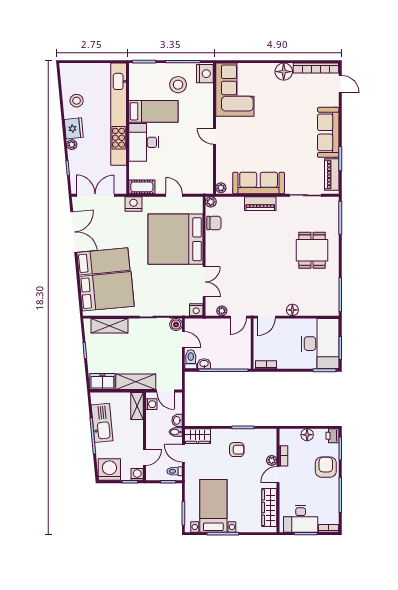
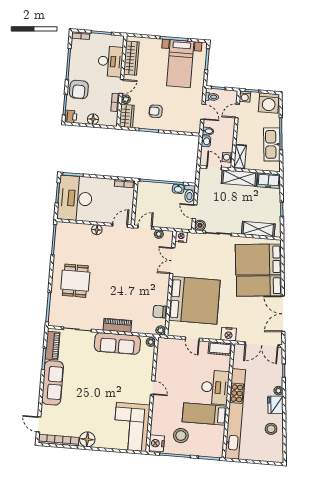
wardrobe: (198, 436) -> (127, 116), moved, turned 90
desk: (301, 519) -> (110, 61), moved, turned 90

